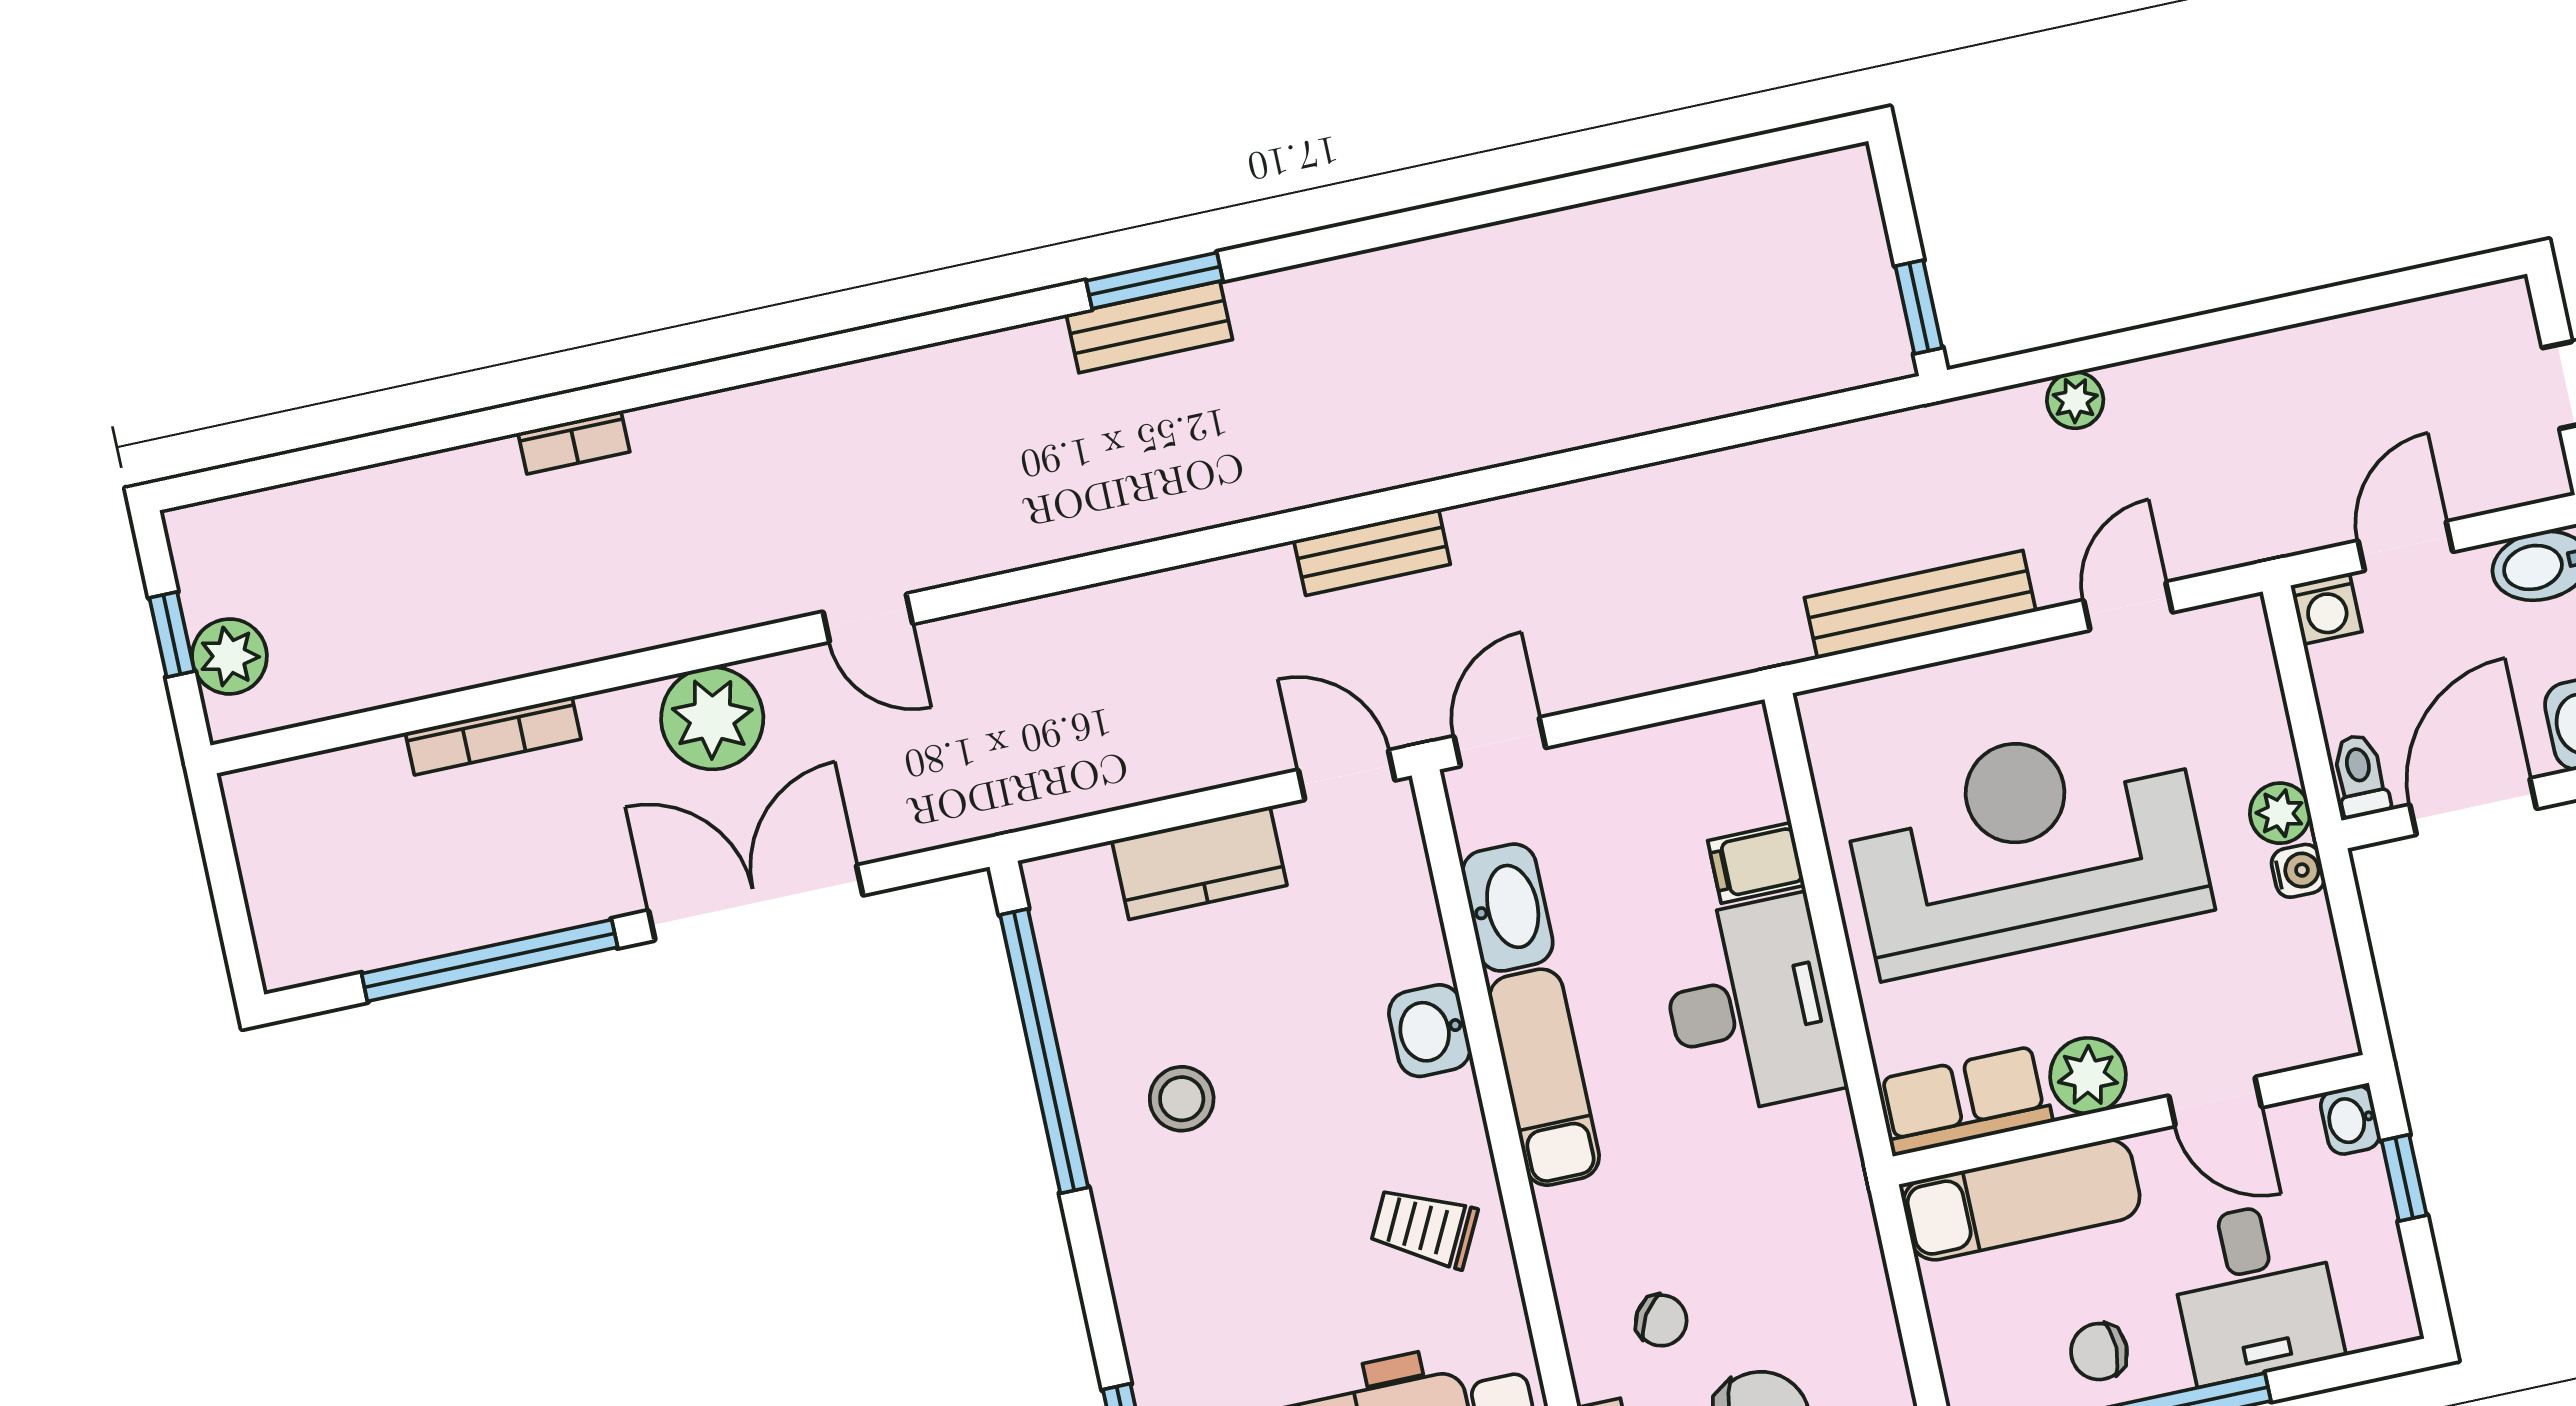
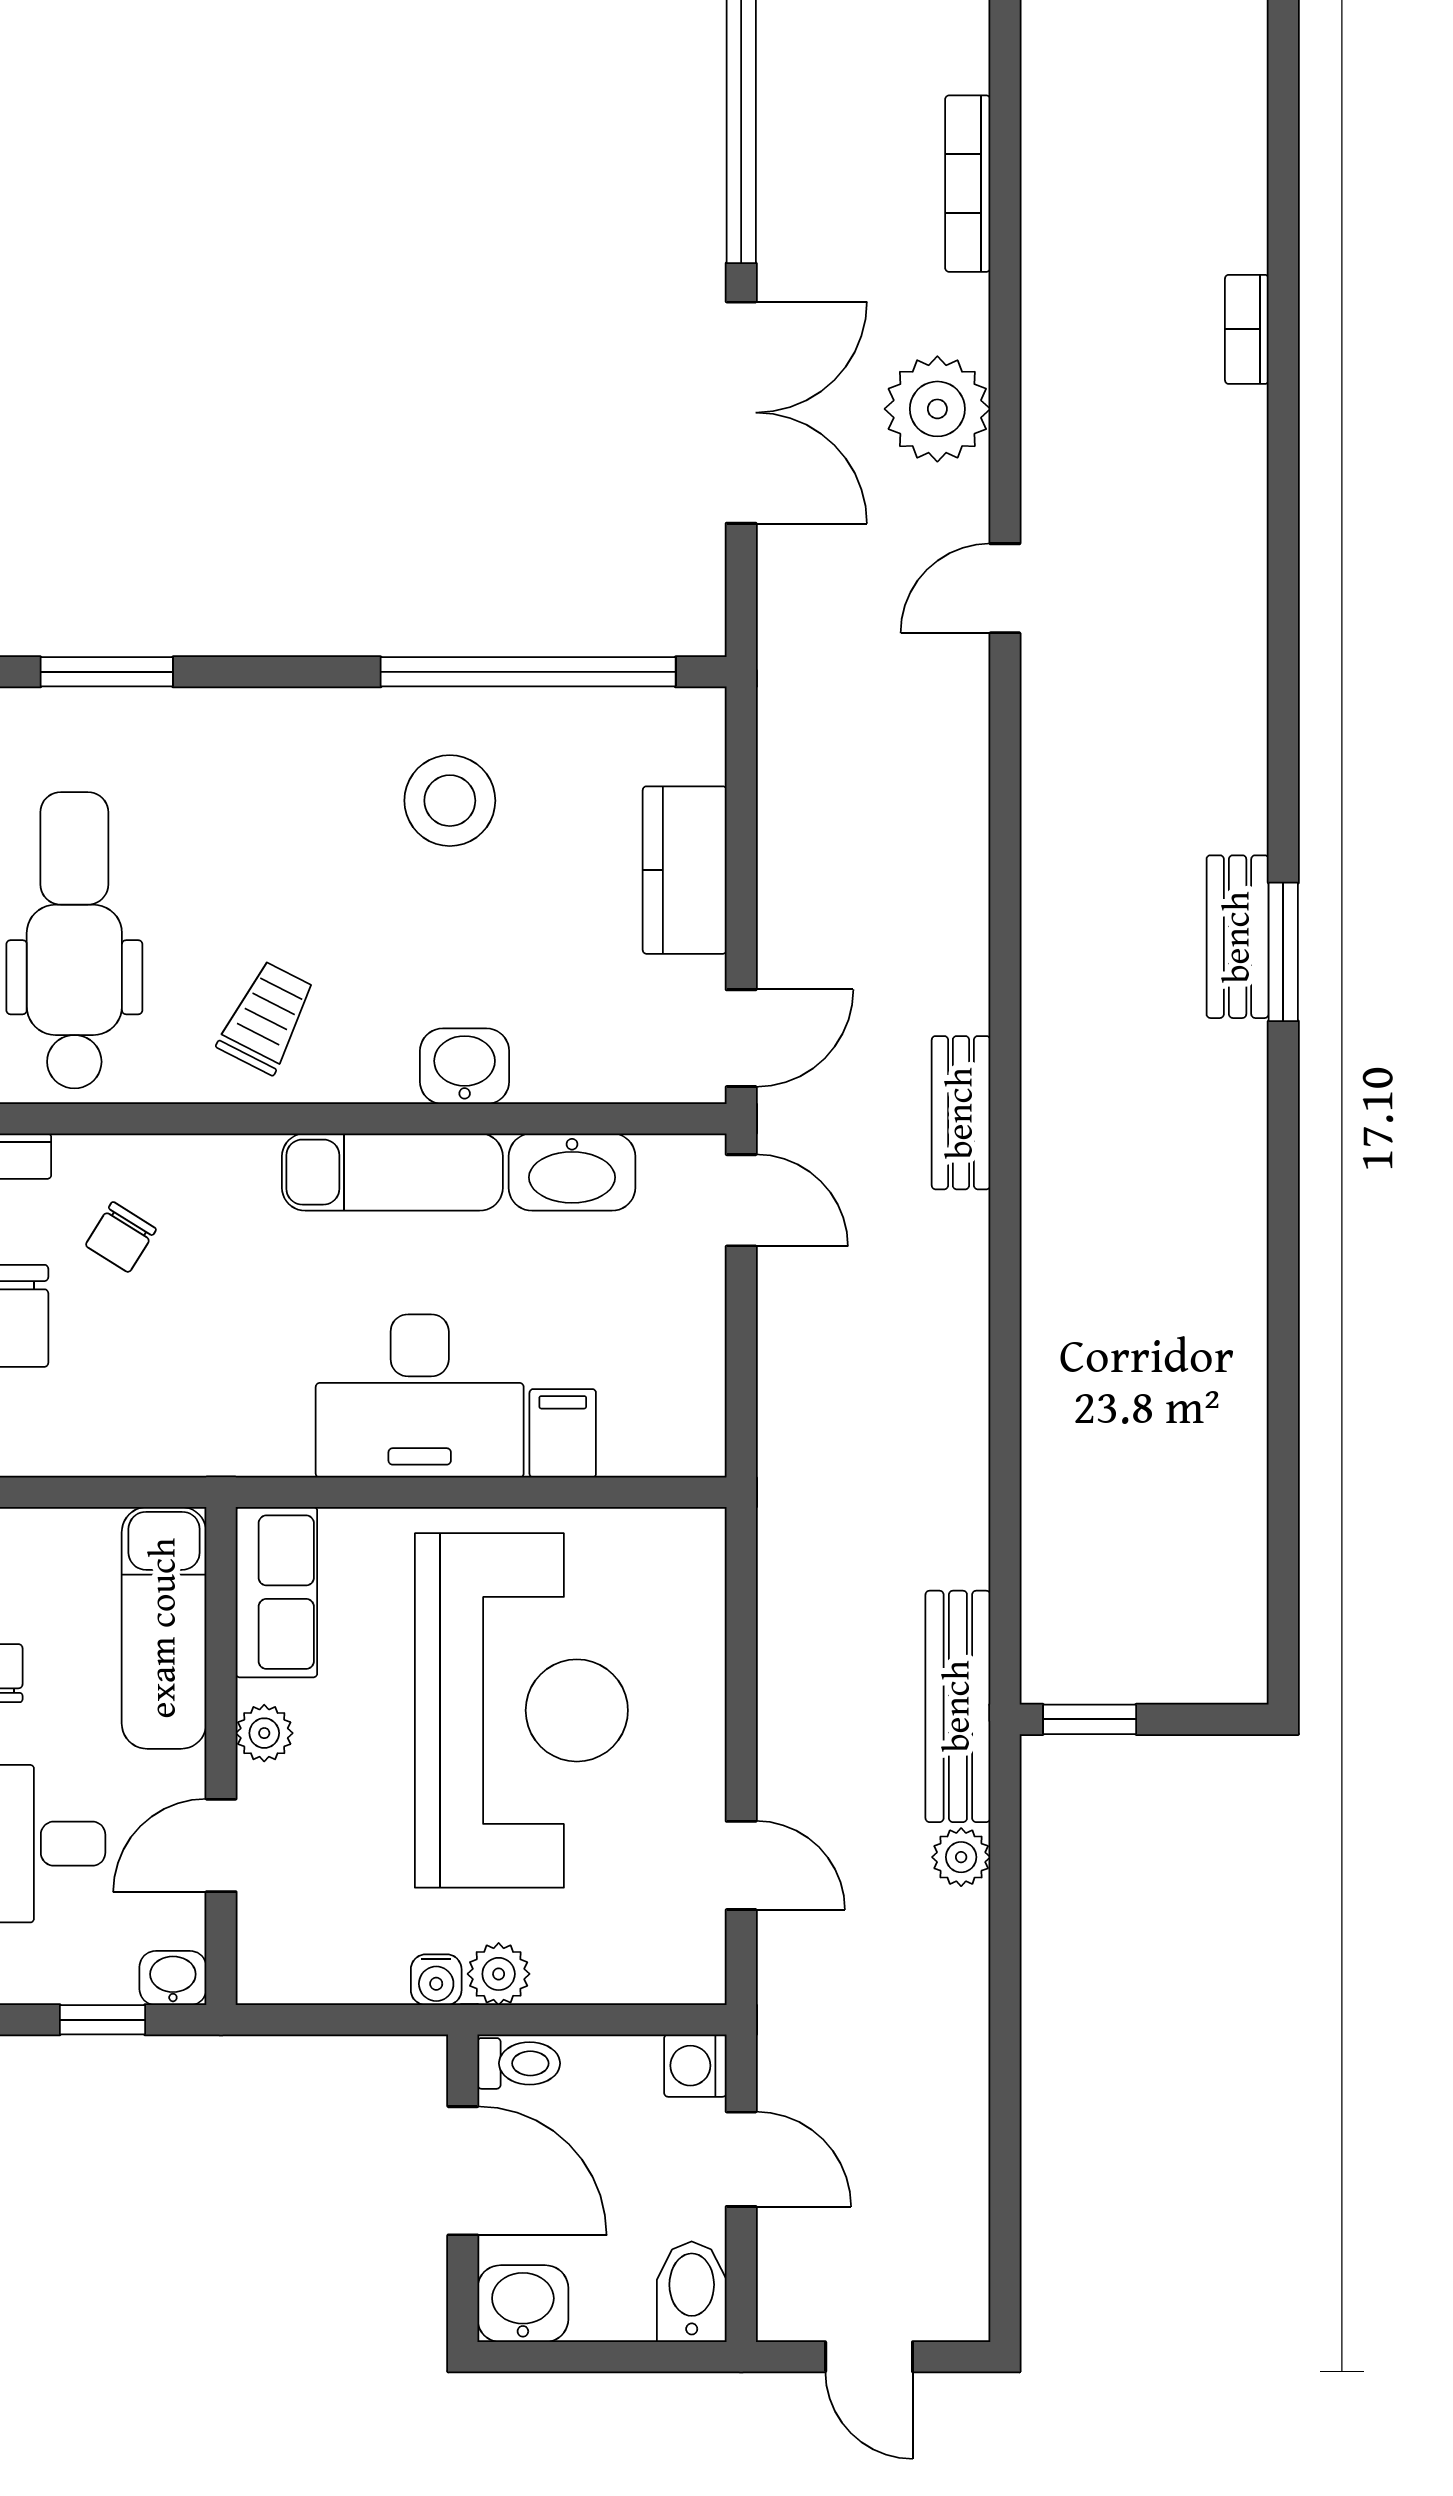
bench: (1920, 605) -> (958, 1706), moved
plant: (2088, 1076) -> (264, 1733), width x0.73, depth x0.73
stool: (1182, 1099) -> (450, 801), width x1.38, depth x1.38

